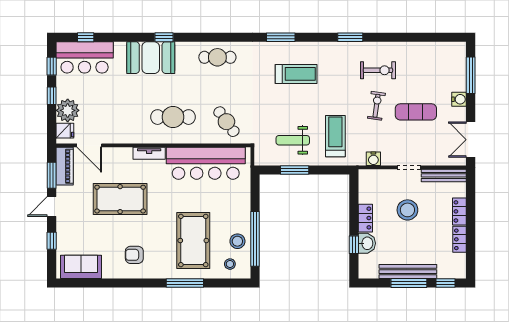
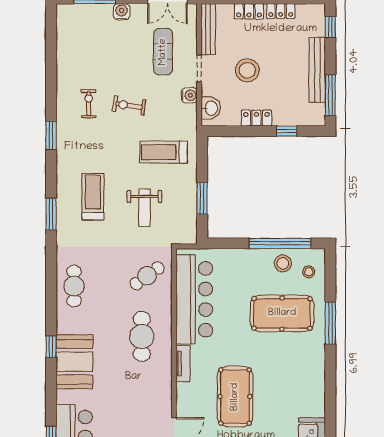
exercise bike: (378, 70) -> (89, 104), width x0.73, depth x0.72
exercise mat: (416, 112) -> (163, 52), moved
weight bench: (293, 140) -> (144, 208), moved
water cooler: (373, 159) -> (189, 95), moved
washbasin: (367, 243) -> (211, 108), moved, turned 90
armchair: (134, 255) -> (298, 380), removed
window: (409, 283) -> (330, 95), moved

